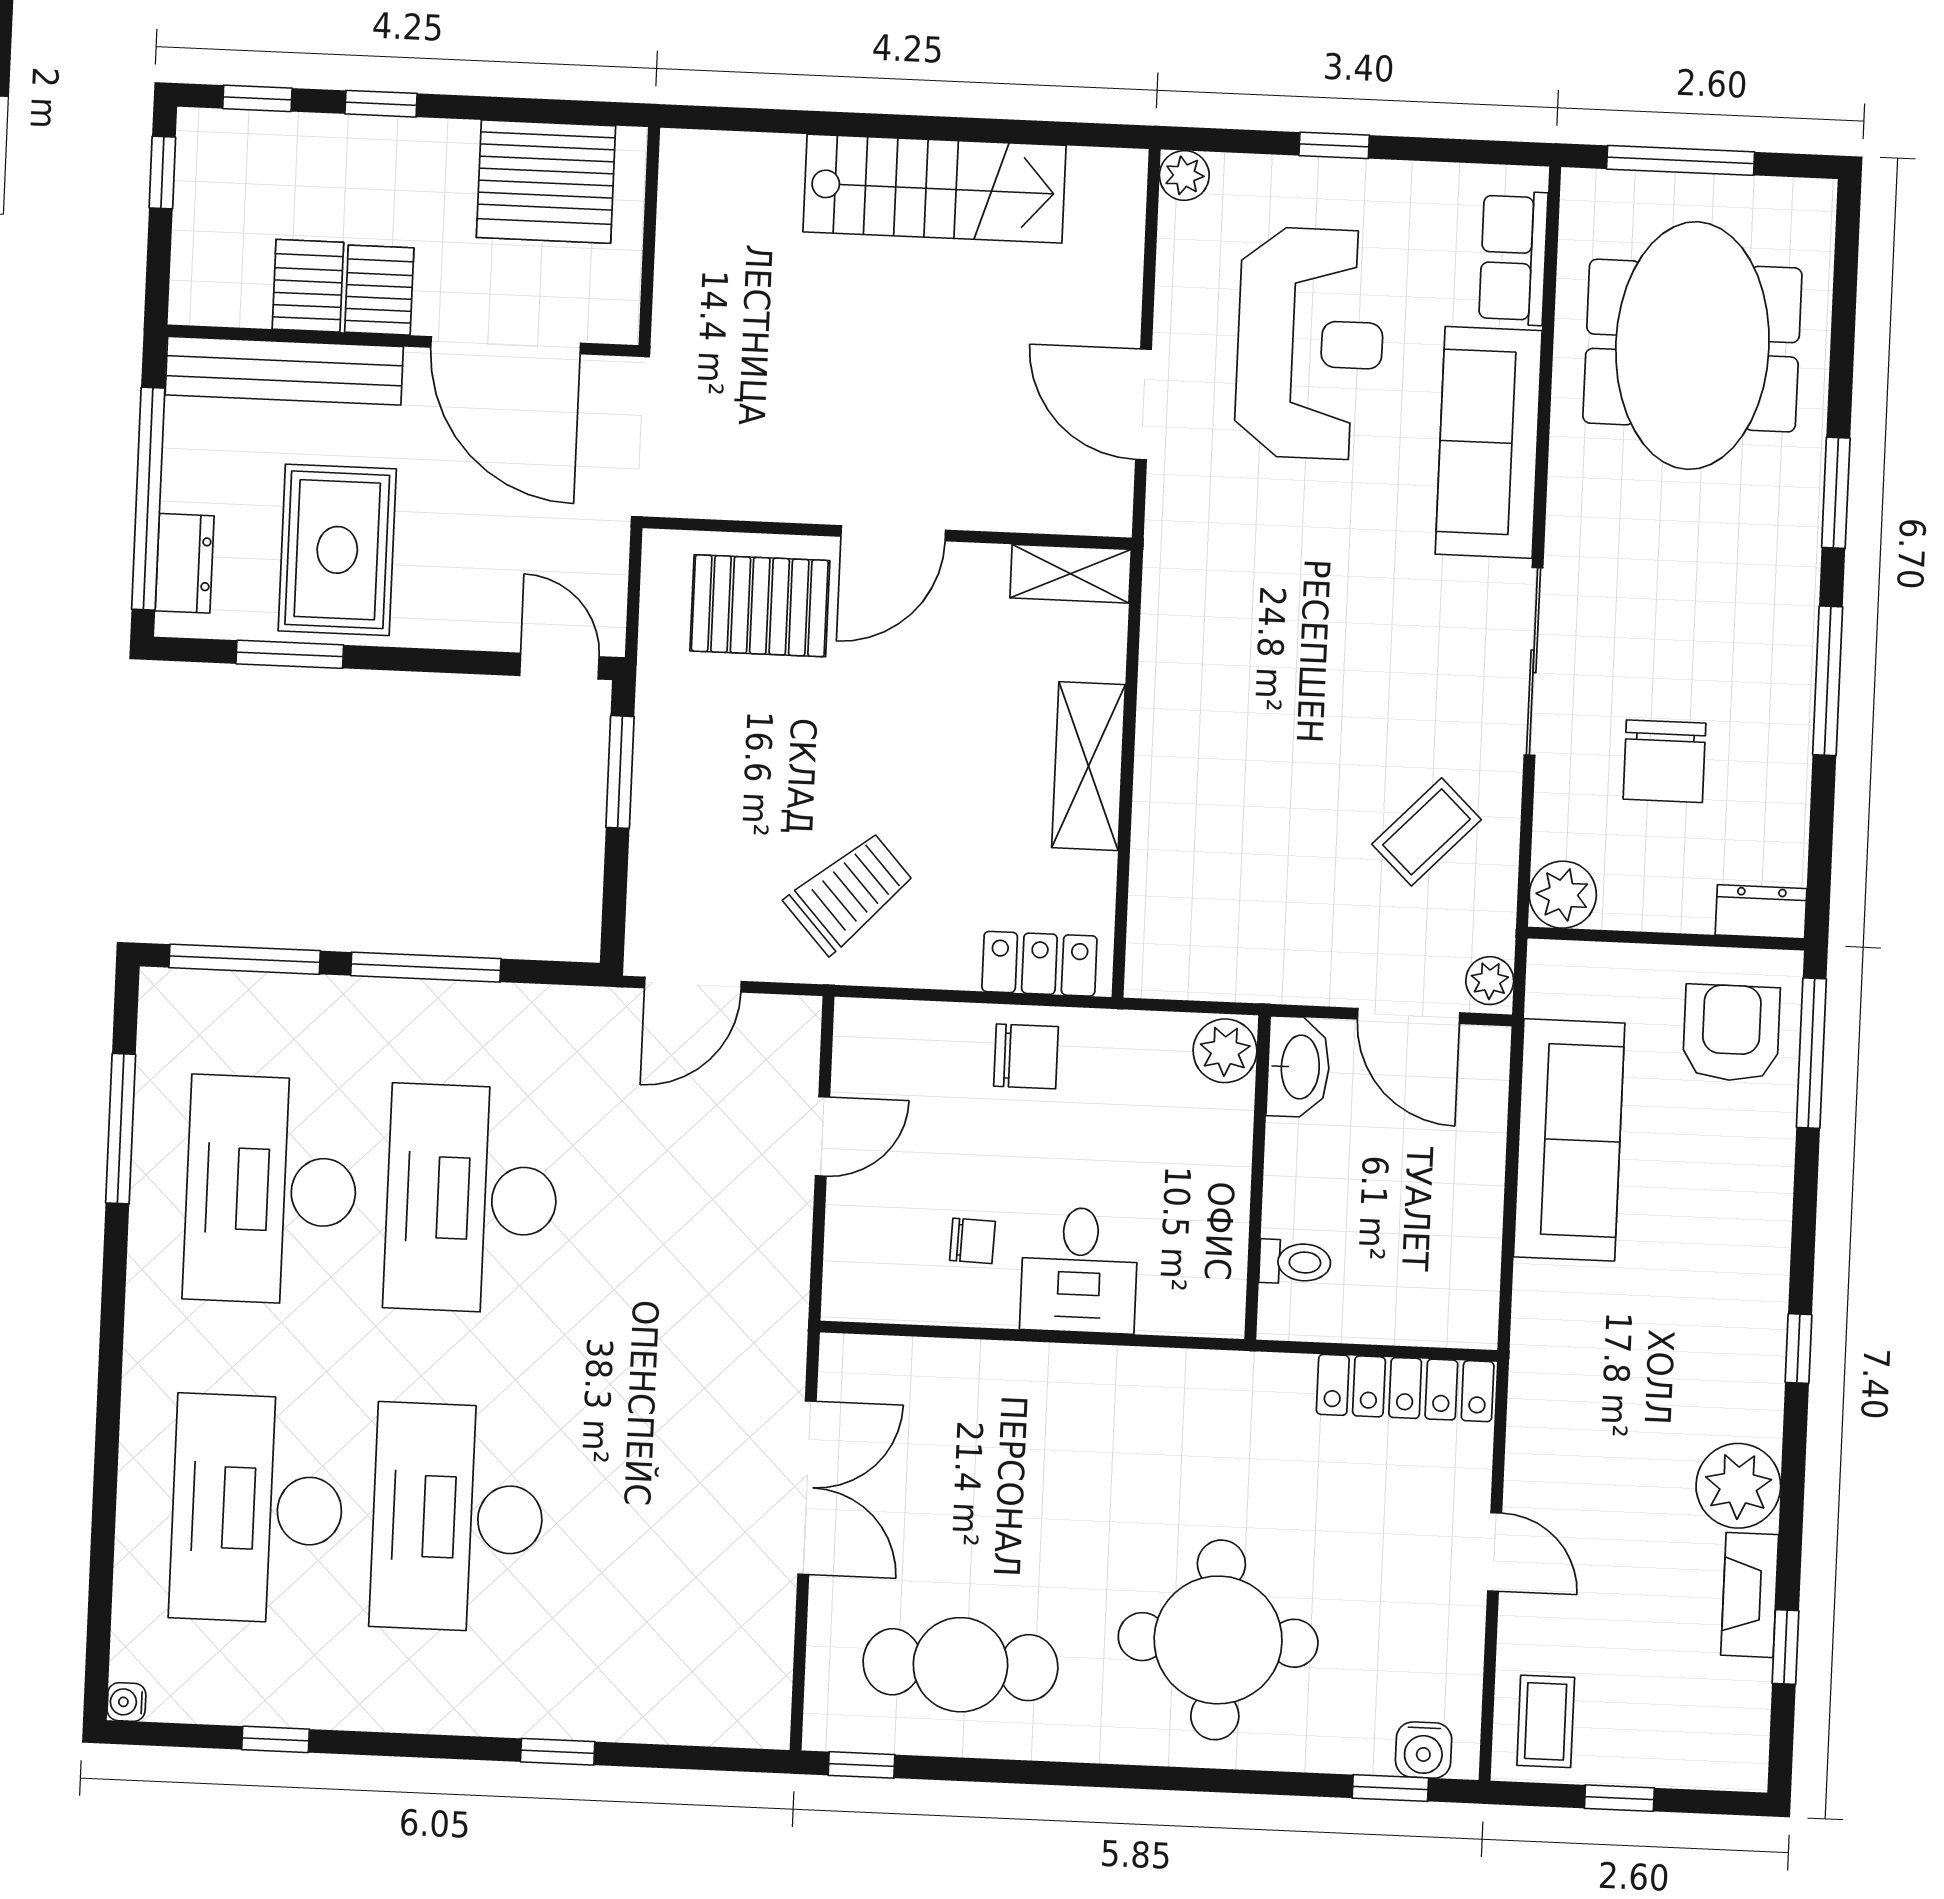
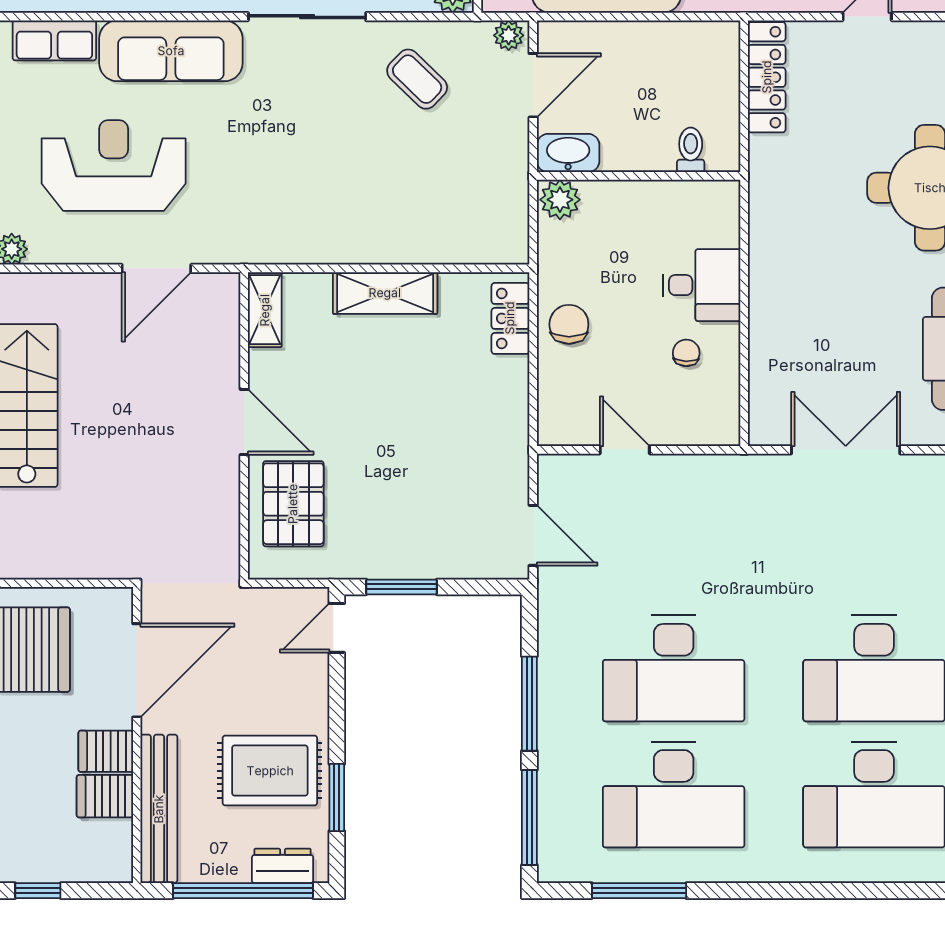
trolley: (849, 893) -> (471, 440), removed

